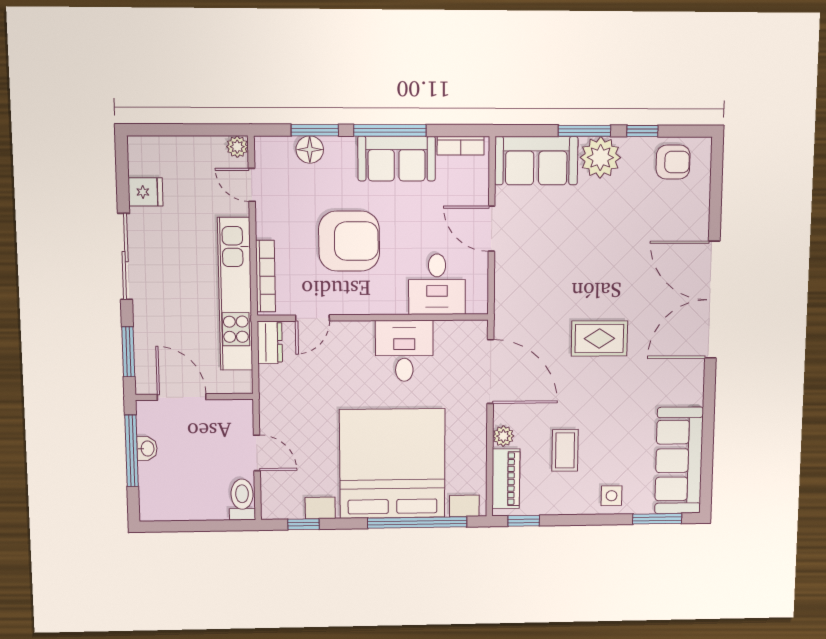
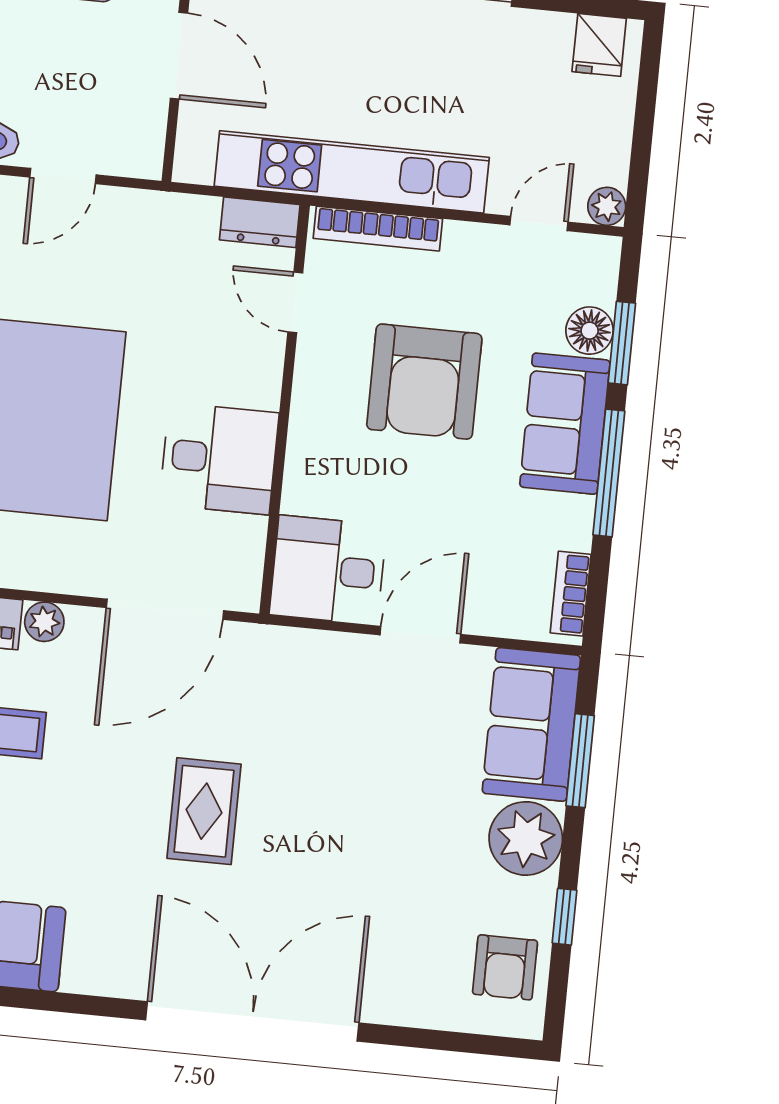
window: (584, 131) -> (580, 761), moved
sofa: (397, 159) -> (565, 424), moved
fridge: (146, 192) -> (599, 45), moved
desk: (437, 284) -> (328, 570), moved
door: (182, 397) -> (179, 56), hinge flipped

